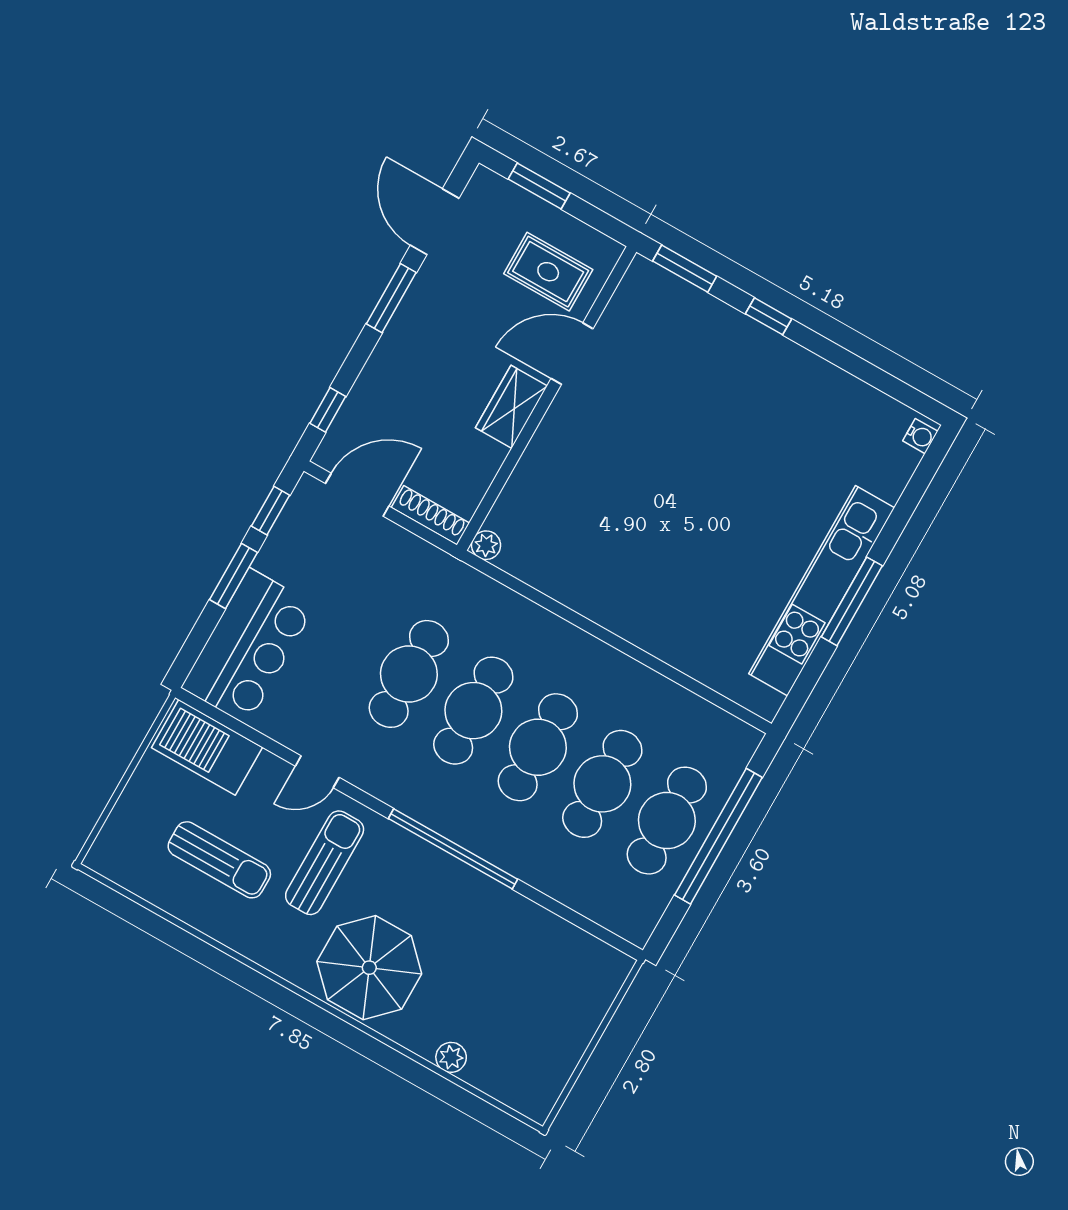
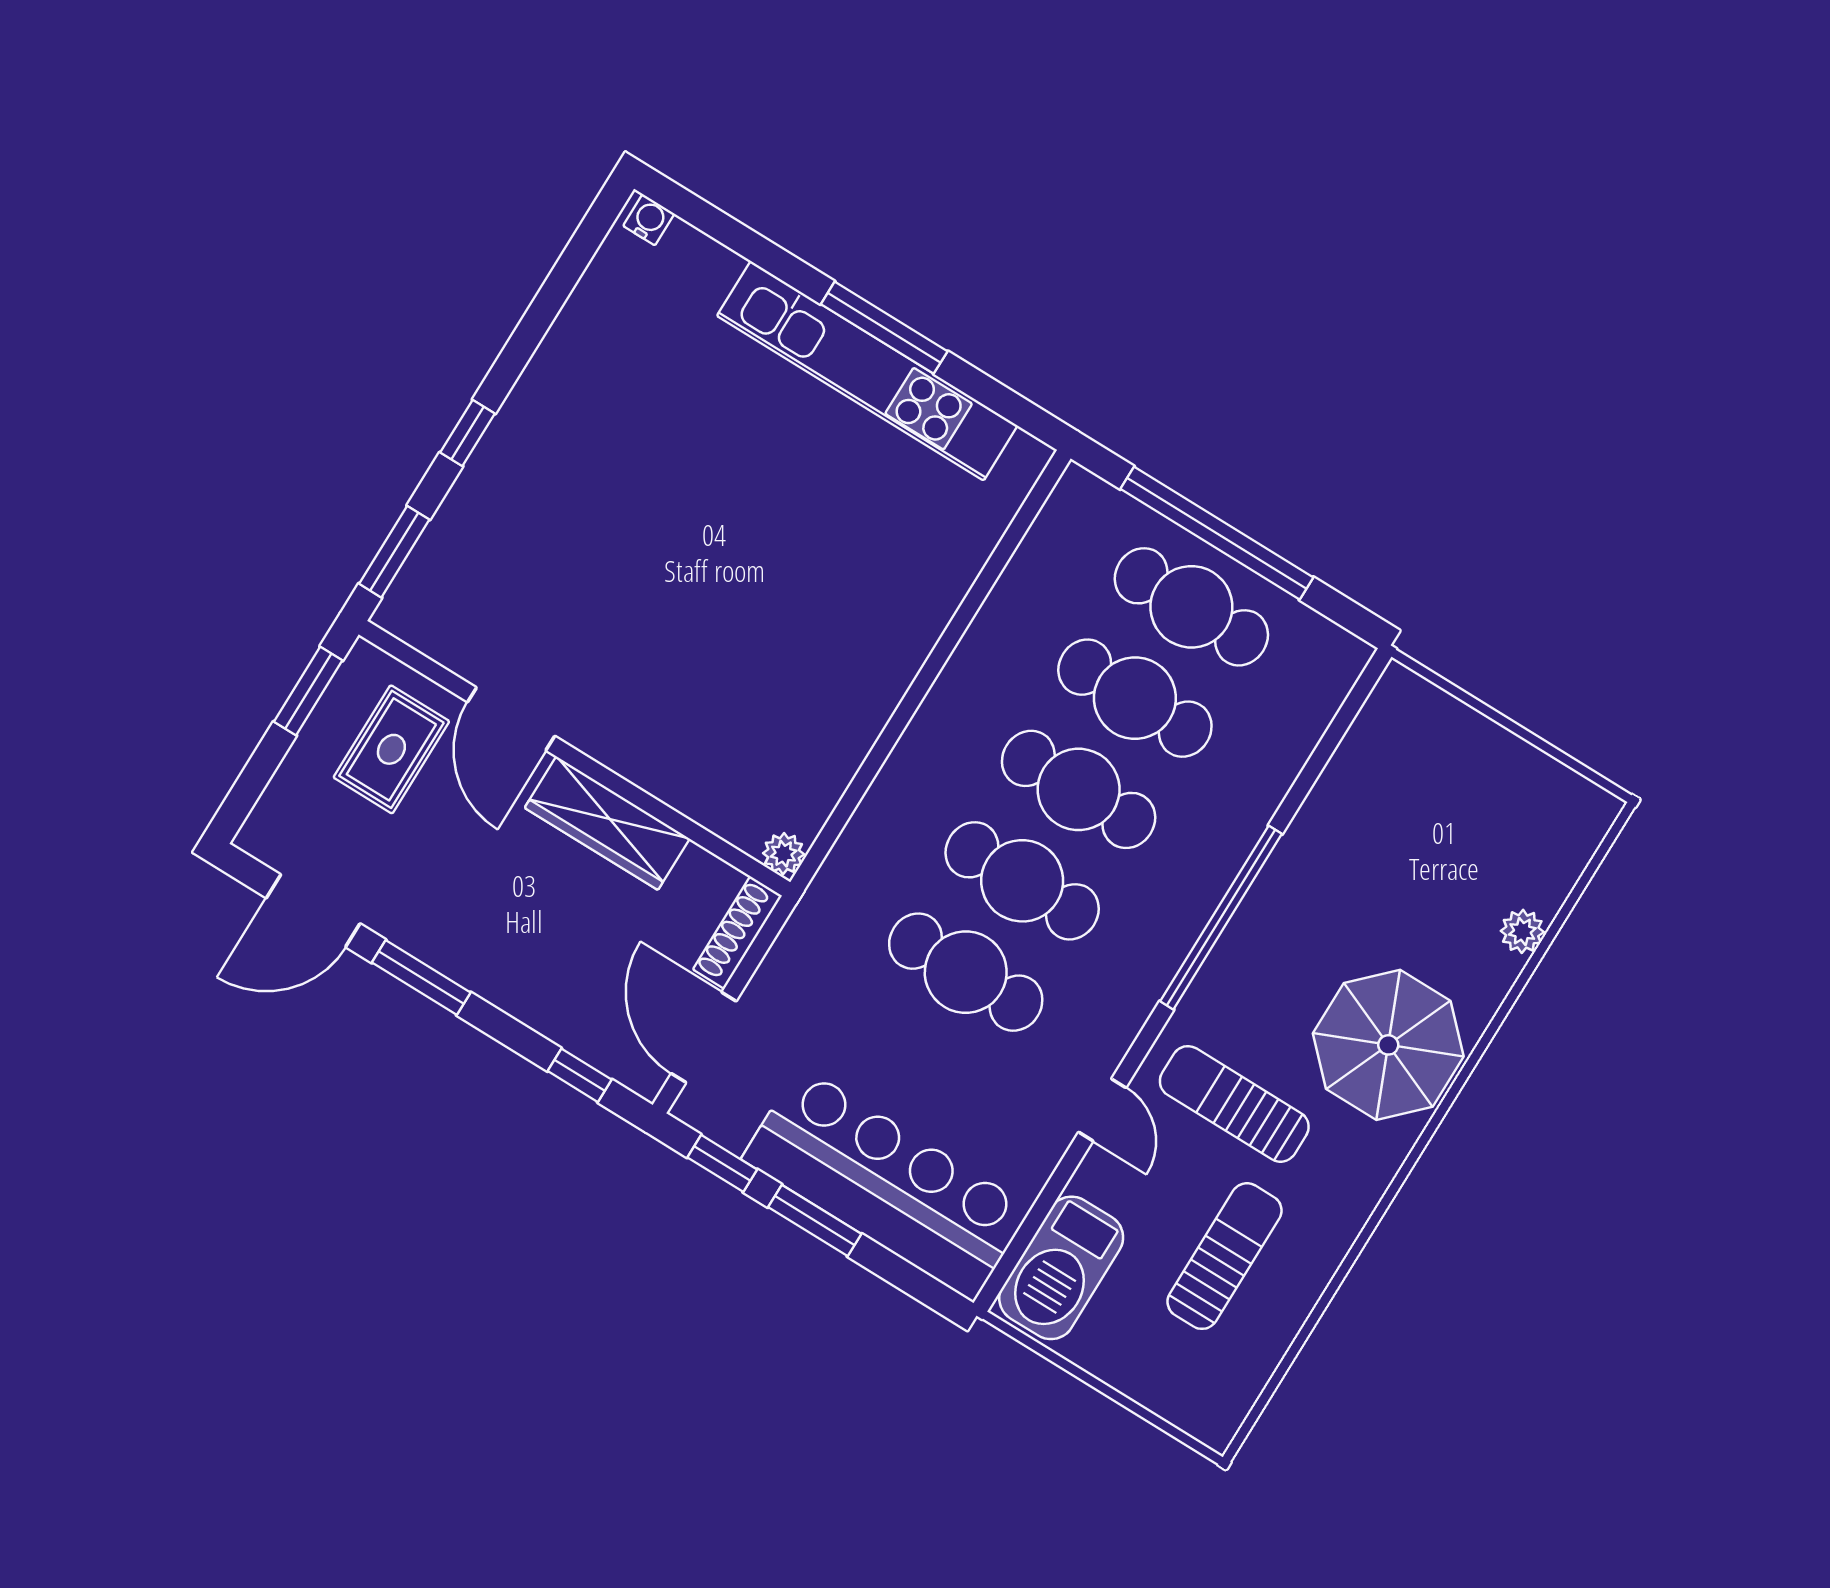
window: (539, 186) -> (308, 691), moved
wardrobe: (512, 407) -> (607, 823), width x1.50
bar counter: (248, 646) -> (886, 1184), width x1.36

